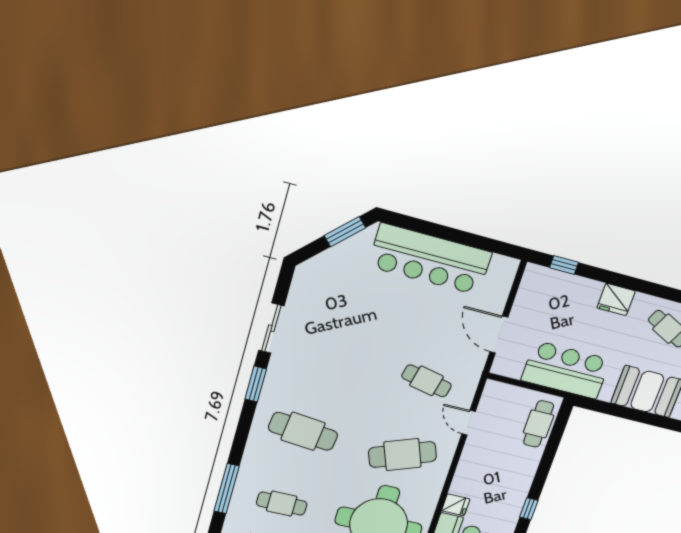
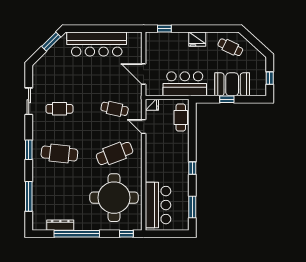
window: (256, 384) -> (29, 150), moved
window: (629, 414) -> (227, 99), added
cafe table: (282, 504) -> (59, 109), moved
fridge: (456, 505) -> (152, 105), moved

